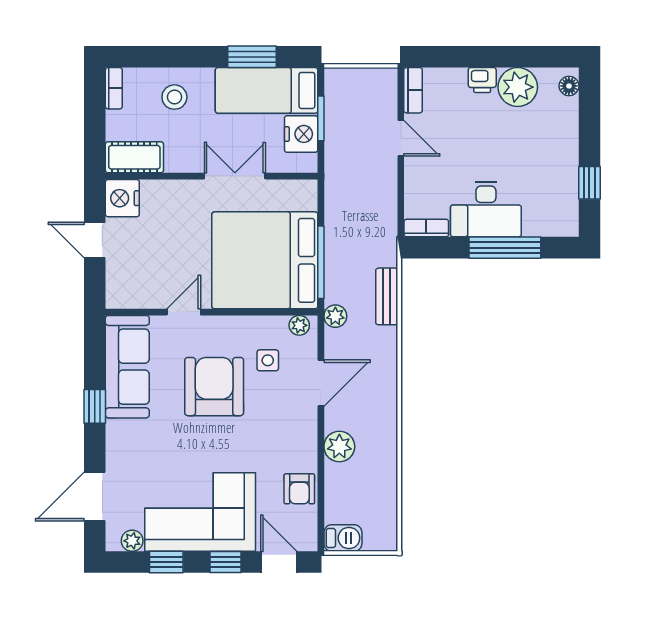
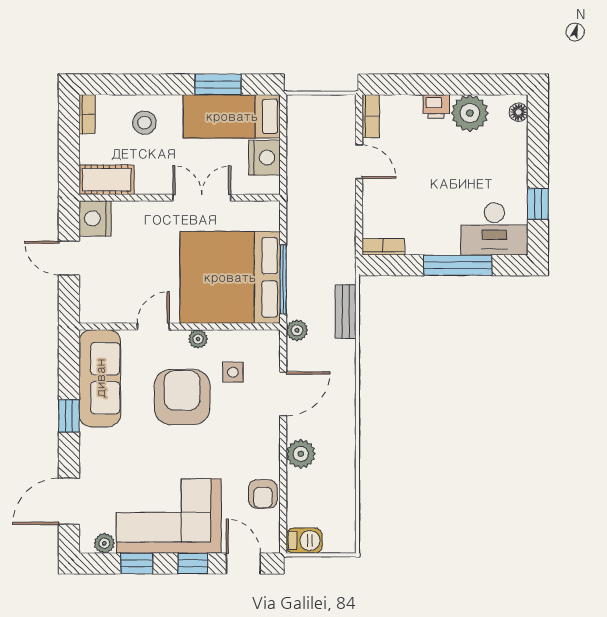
window: (321, 118) -> (283, 143), removed
desk: (486, 209) -> (494, 229), moved
plant: (299, 325) -> (198, 339), moved

